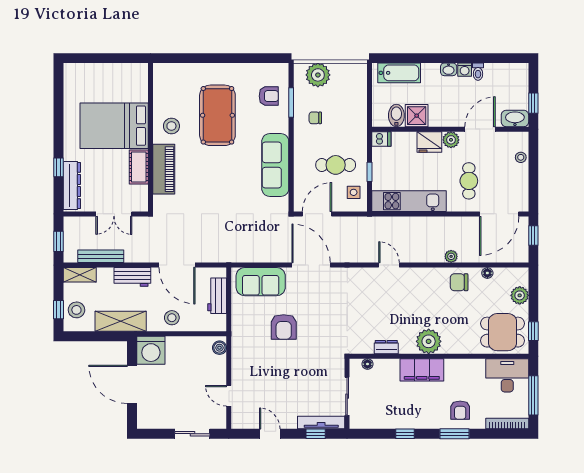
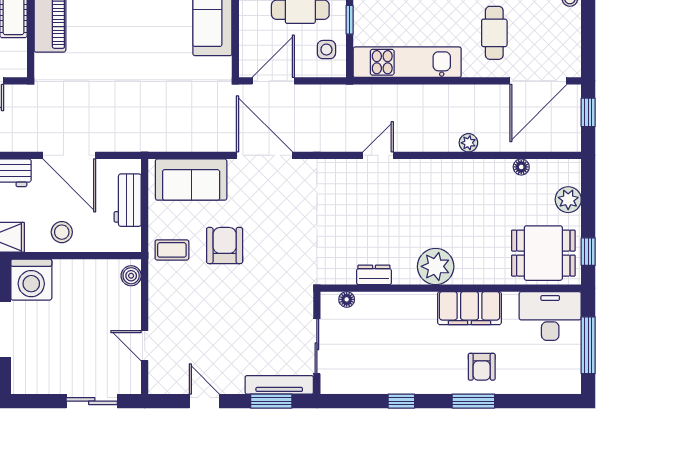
door: (389, 265) -> (378, 155), hinge flipped
chair: (459, 282) -> (480, 180), removed
armchair: (284, 327) -> (225, 245), turned 180
coffee table: (247, 330) -> (172, 250), added
filing cabinet: (422, 370) -> (469, 308), moved
bookcase: (507, 423) -> (550, 386), removed
window: (316, 434) -> (271, 401), width x1.50

